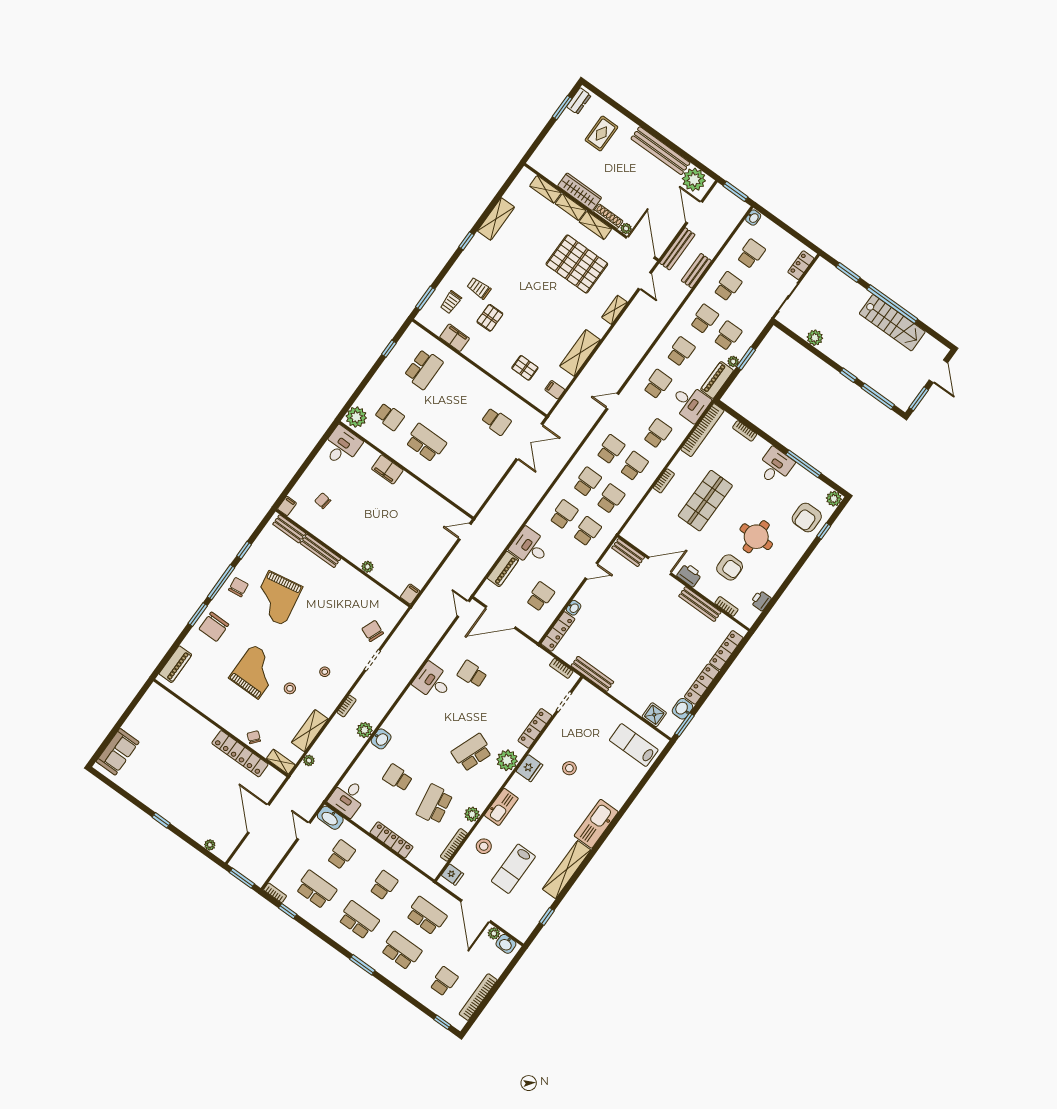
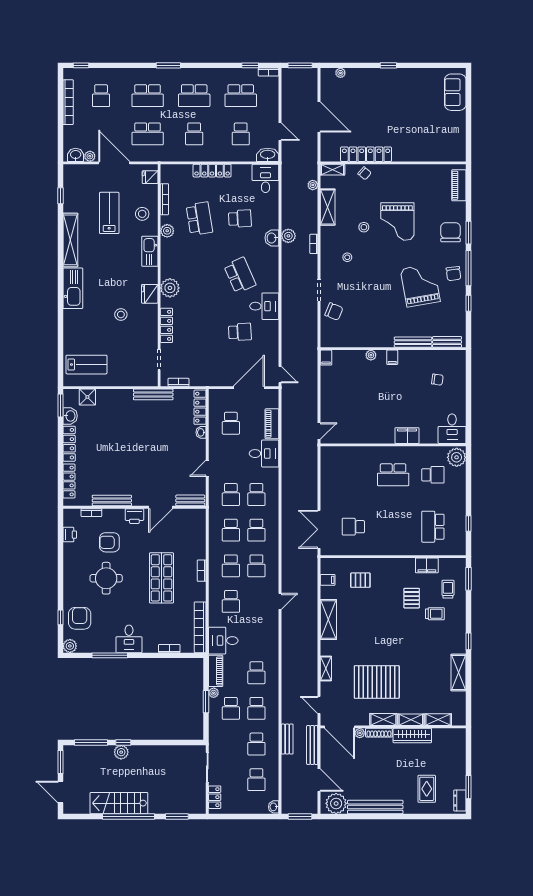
plant: (815, 338) -> (121, 752), moved
school desk: (657, 384) -> (256, 637), removed
school desk: (389, 417) -> (433, 475), turned 180
filing cabinet: (287, 506) -> (392, 357), moved
school desk: (472, 752) -> (240, 275), moved, turned -45

